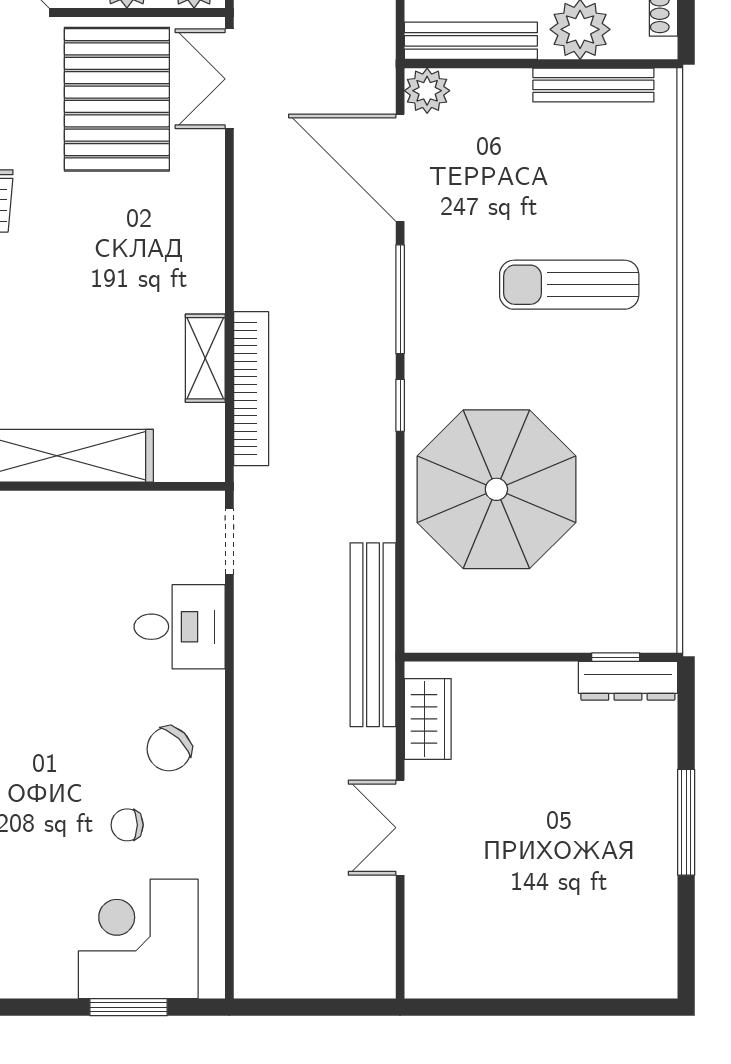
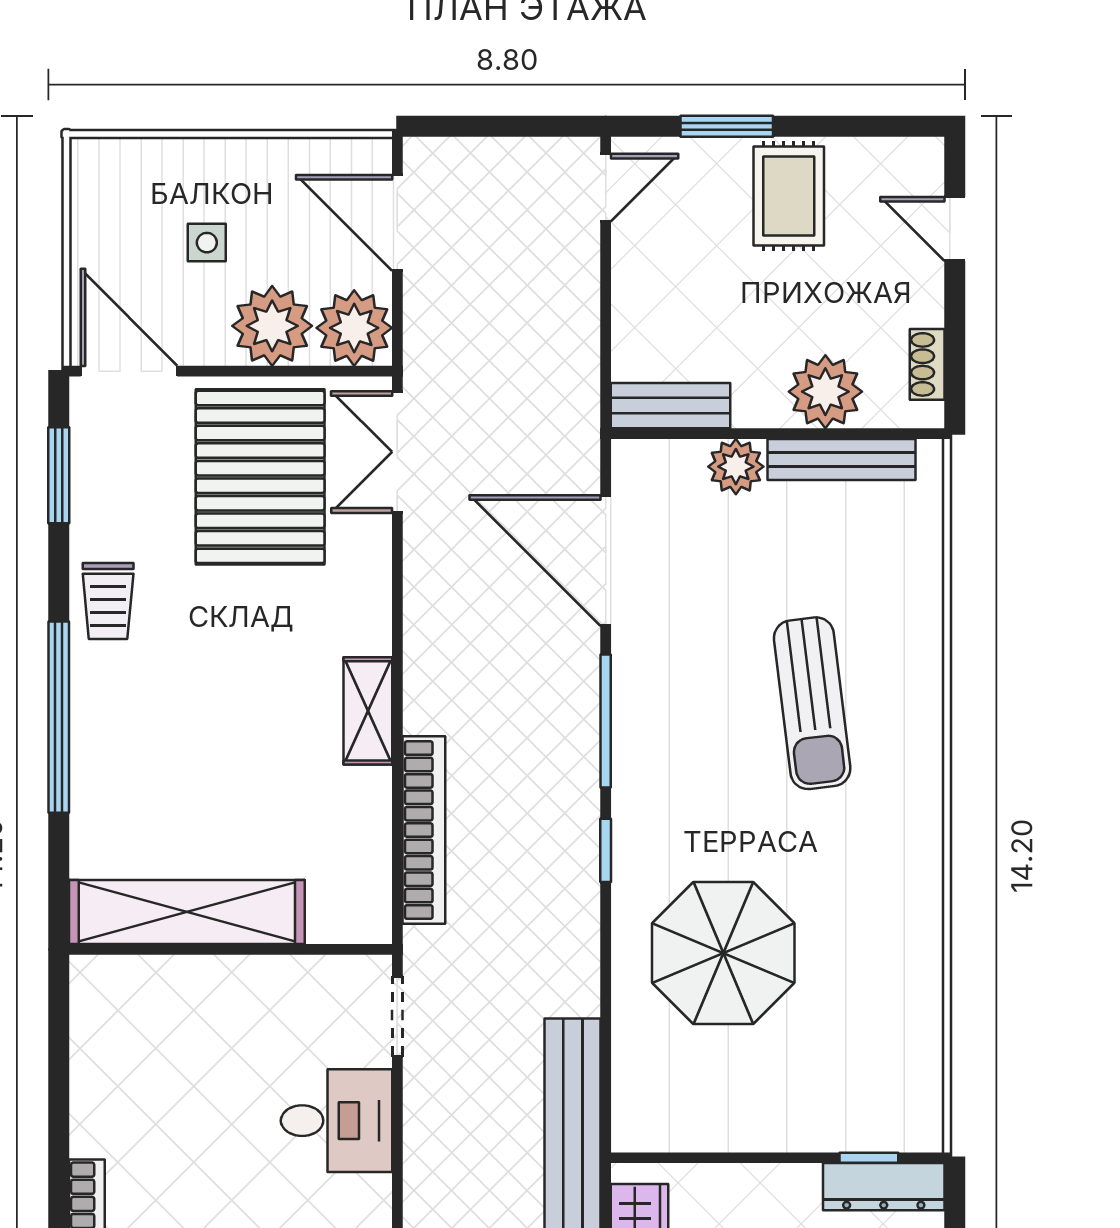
bench: (471, 41) -> (670, 406), width x0.73
plant: (427, 91) -> (736, 467), moved
sun lounger: (569, 285) -> (812, 703), turned -97
shelving: (205, 358) -> (368, 711), moved
parasol: (496, 489) -> (723, 953), width x0.73, depth x0.73

